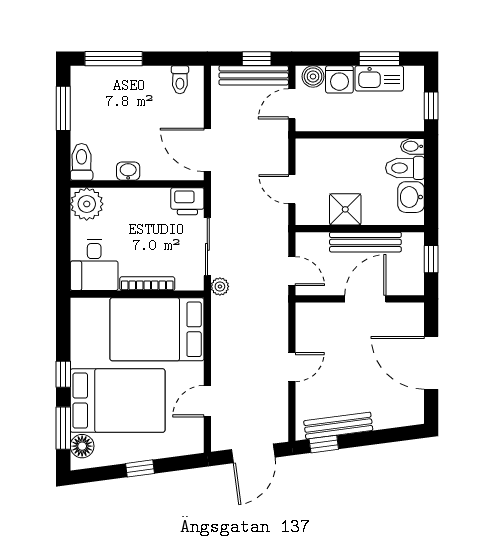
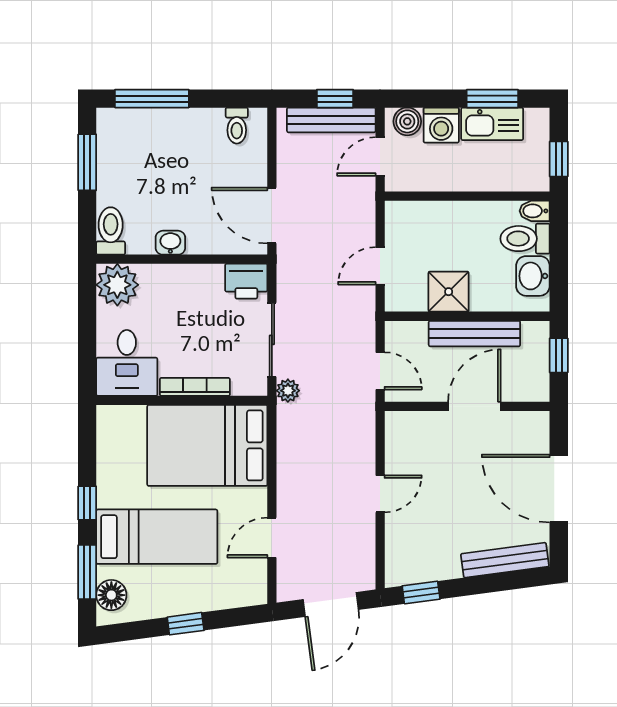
door: (292, 189) -> (380, 266), hinge flipped
bed: (118, 401) -> (157, 537), width x0.67
bench: (338, 426) -> (505, 560), moved

